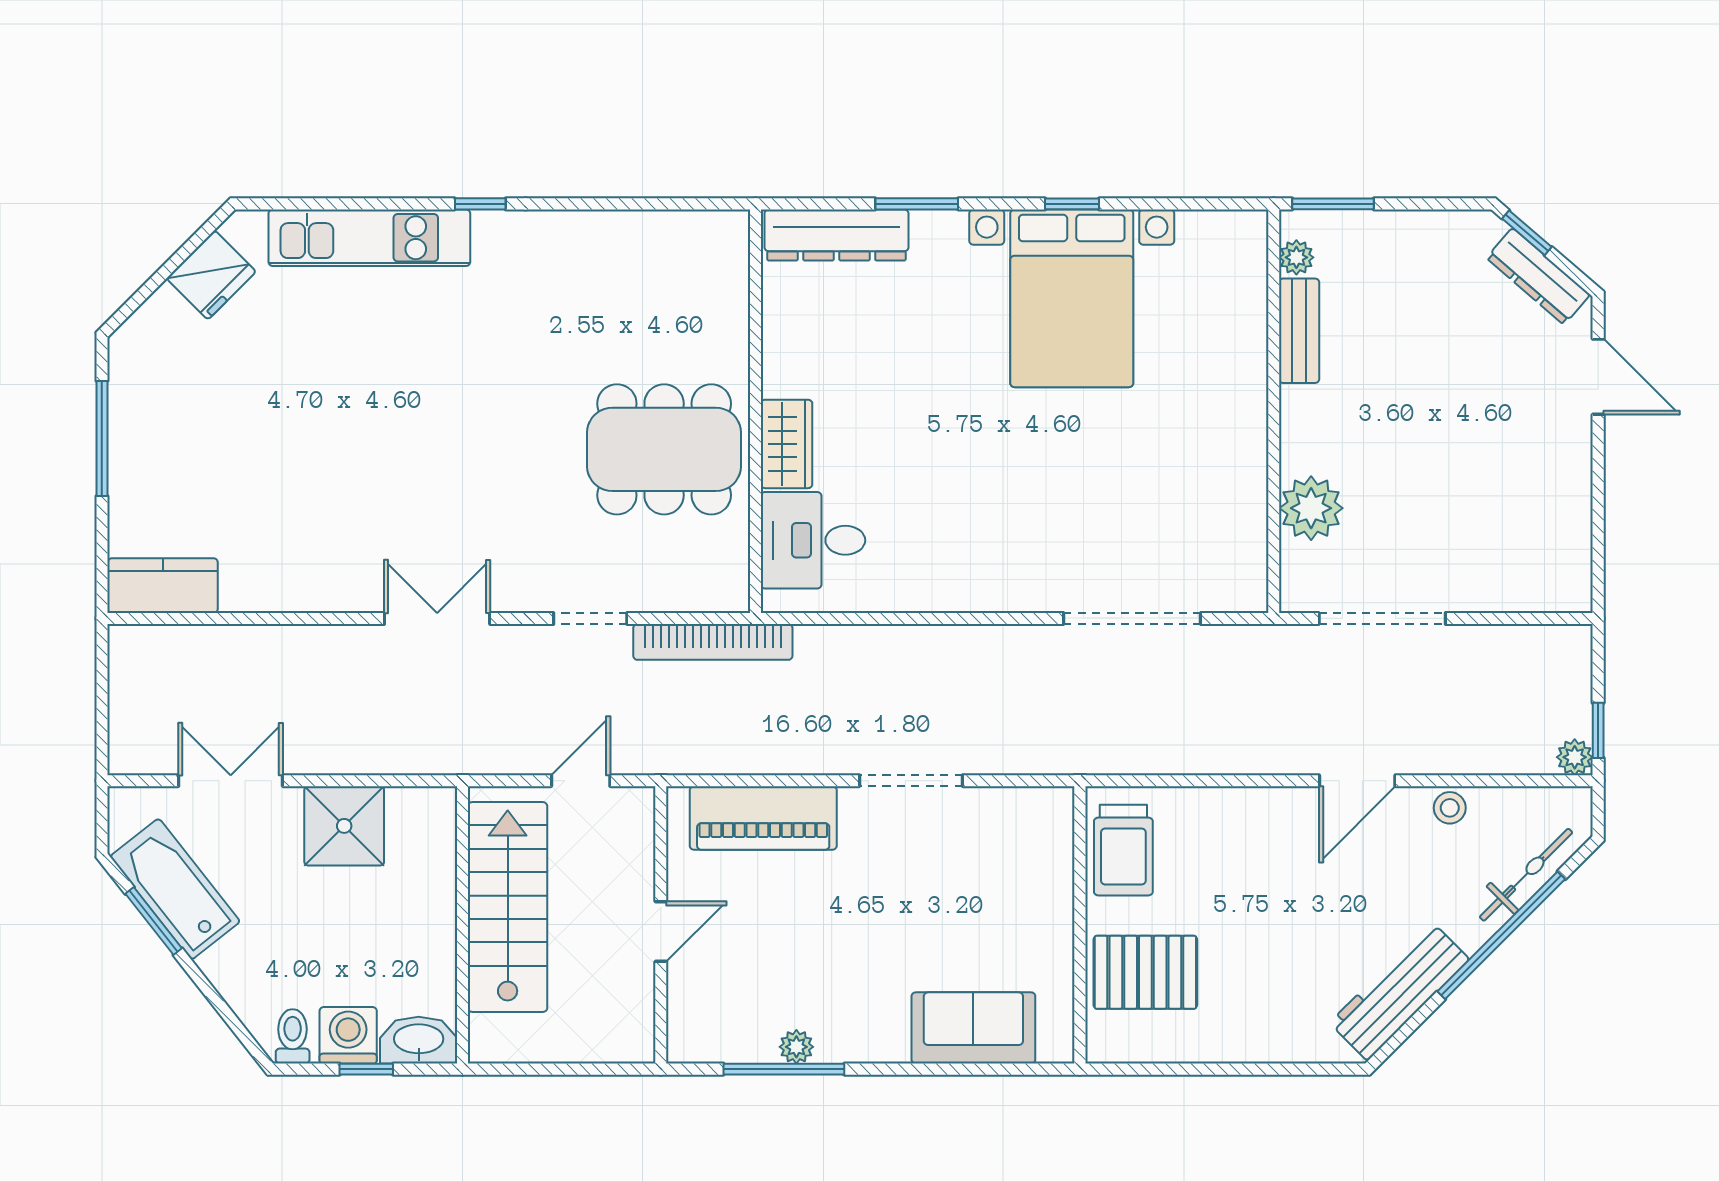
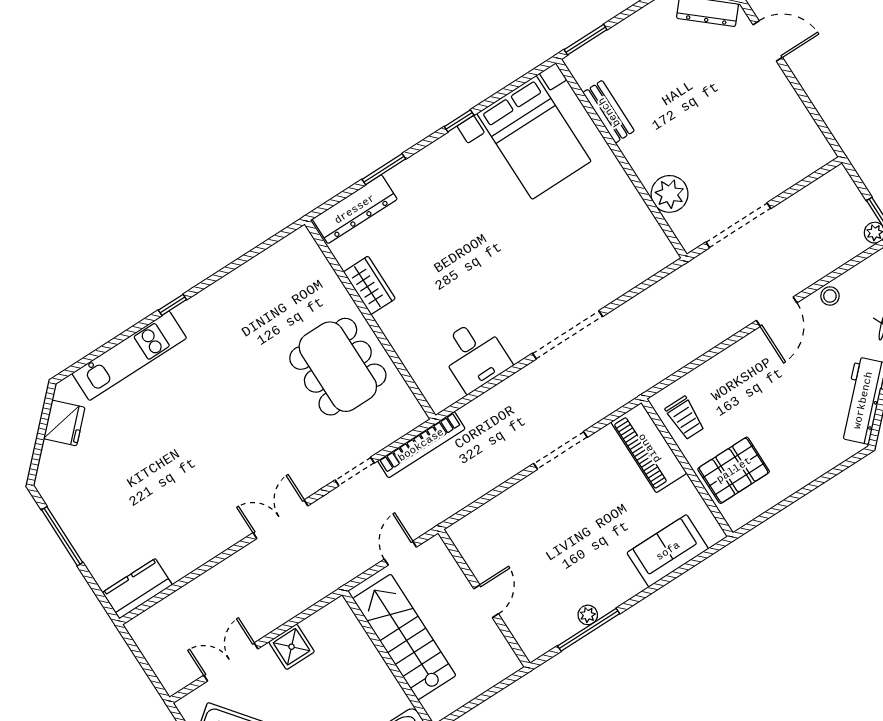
plant: (1296, 257) -> (584, 77), removed
bed with nightstands: (1072, 298) -> (534, 137), moved
wardrobe: (787, 444) -> (369, 285), moved
dining table: (664, 449) -> (338, 367), turned 90
desk: (813, 540) -> (474, 355), moved, turned -90
doorway: (1132, 618) -> (568, 335), moved
piano: (763, 818) -> (649, 448), moved, turned 90
shower: (344, 826) -> (292, 647), width x0.73, depth x0.73
trolley: (1123, 850) -> (685, 418), width x0.73, depth x0.72

